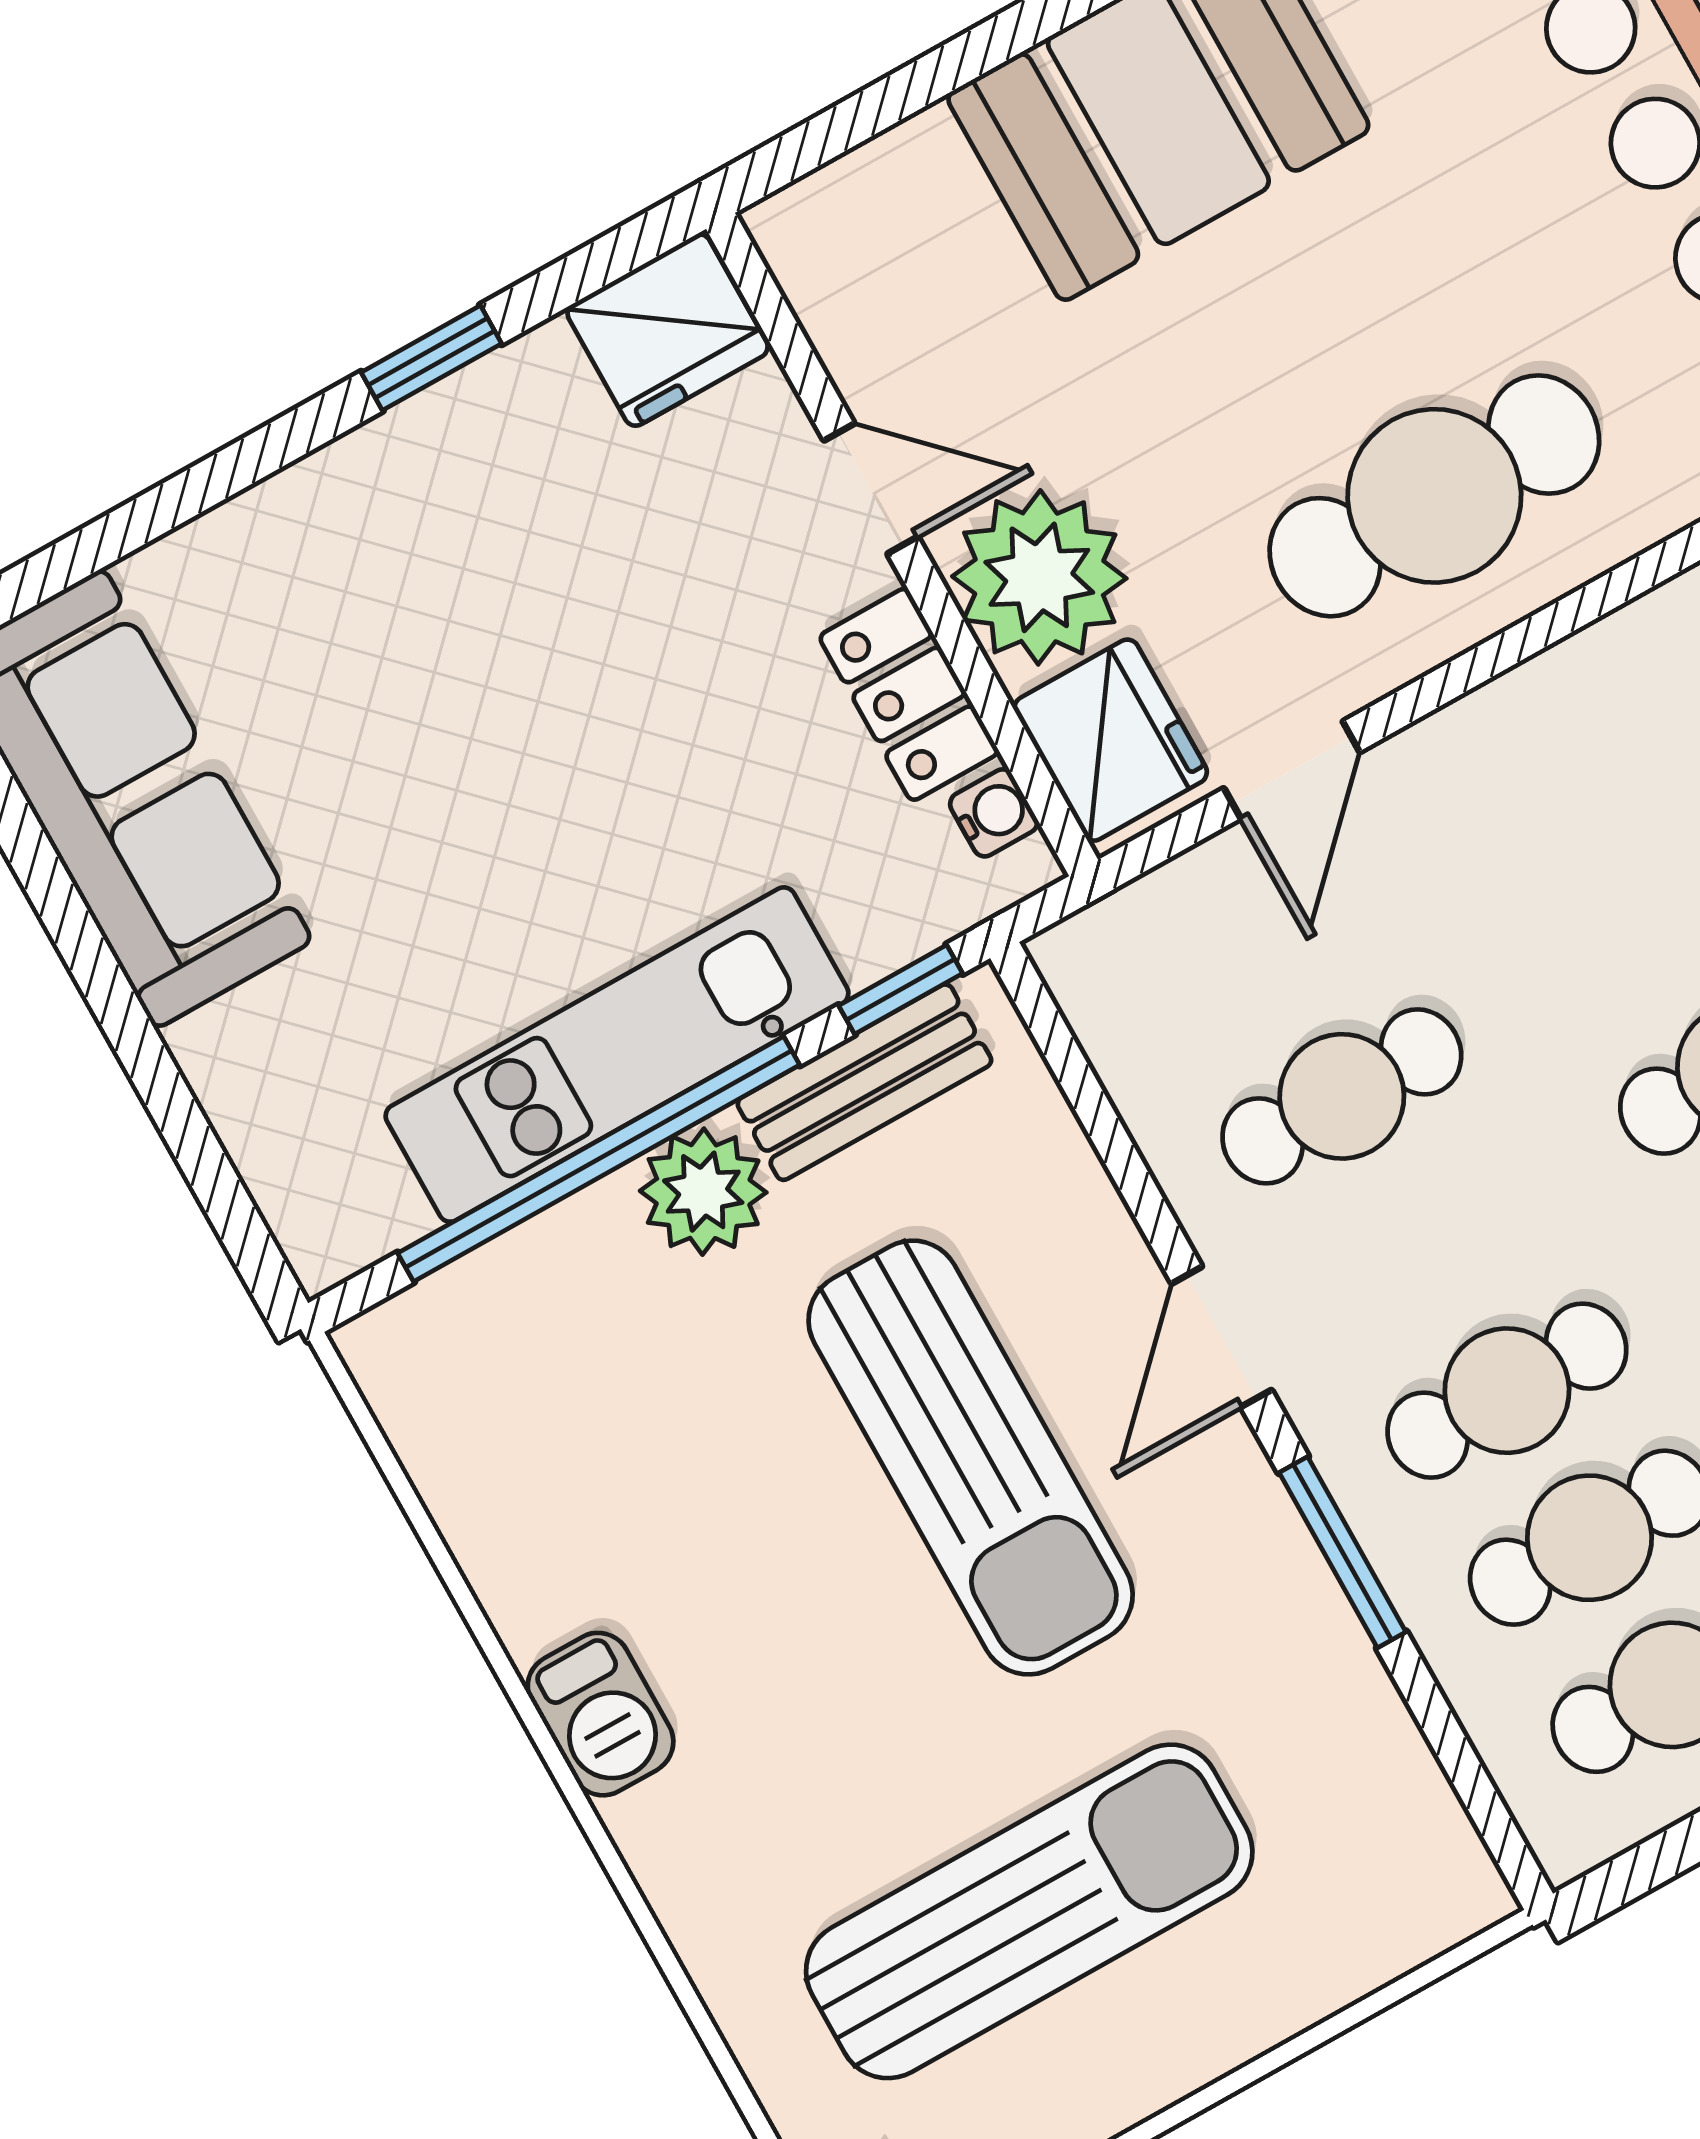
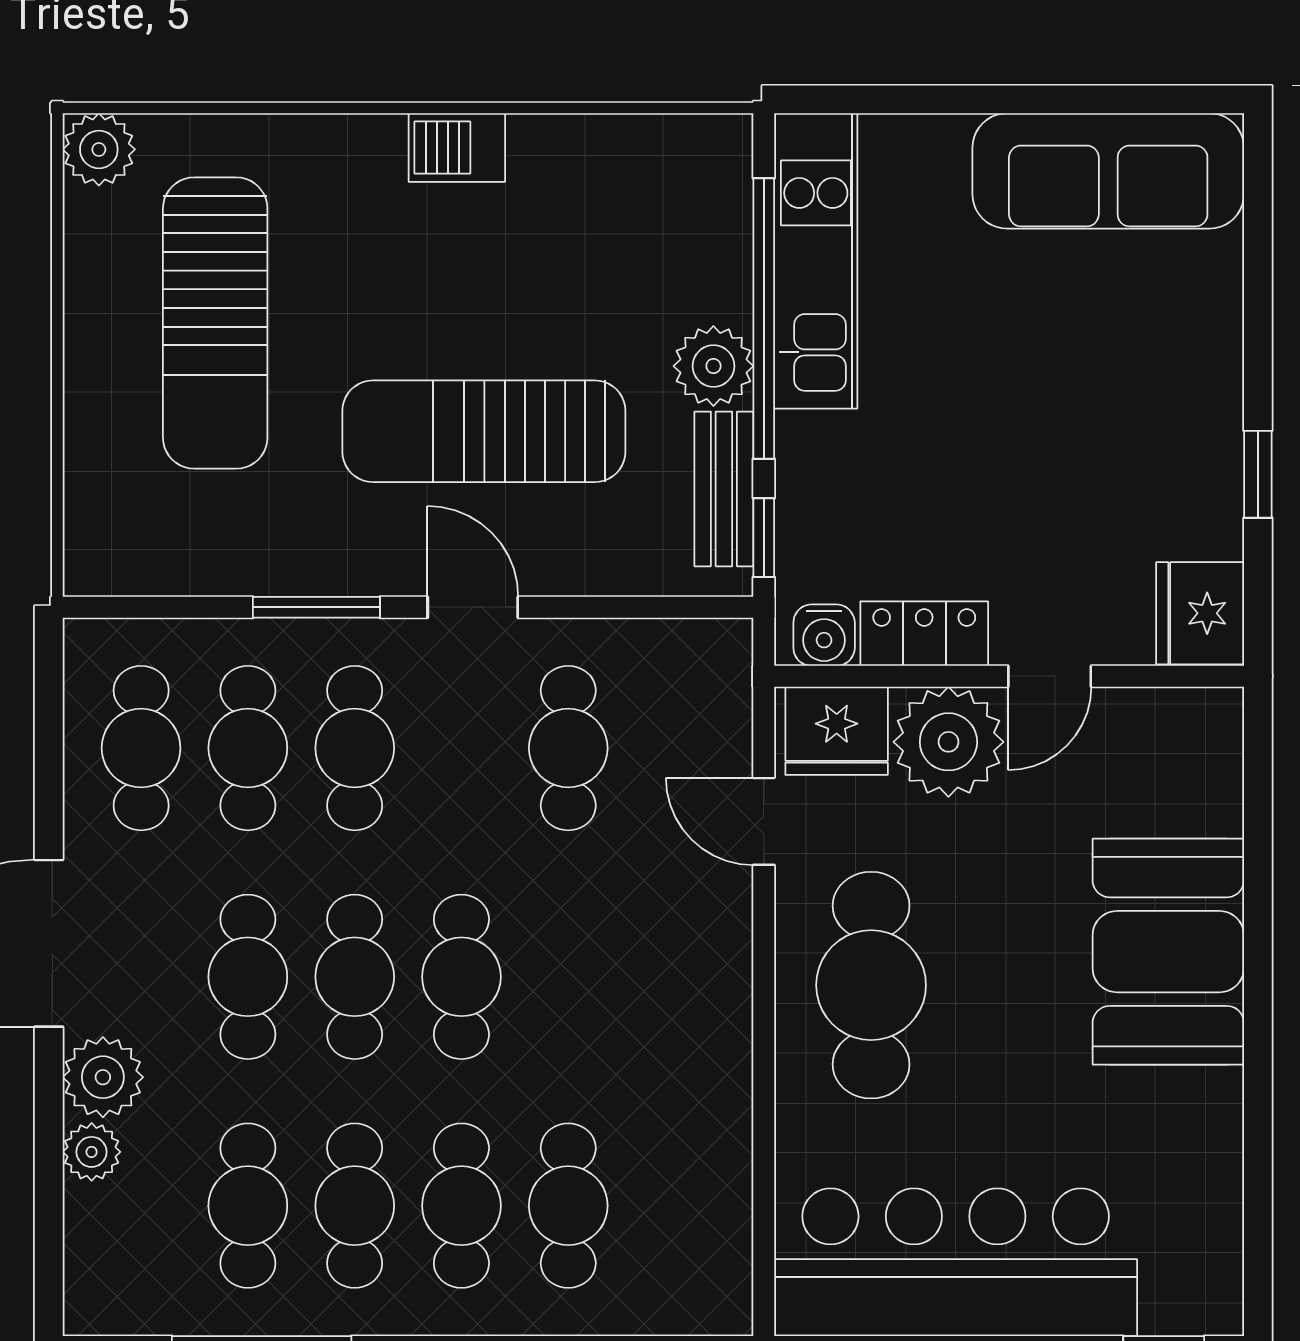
water cooler: (994, 813) -> (824, 635), width x1.38, depth x1.38
kitchen unit: (617, 1055) -> (816, 261), moved

